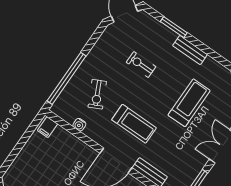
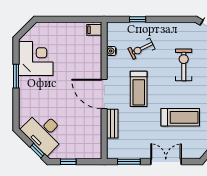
exercise bike: (141, 65) -> (184, 65), width x1.38, depth x1.39
window: (66, 78) -> (138, 19), width x0.32

